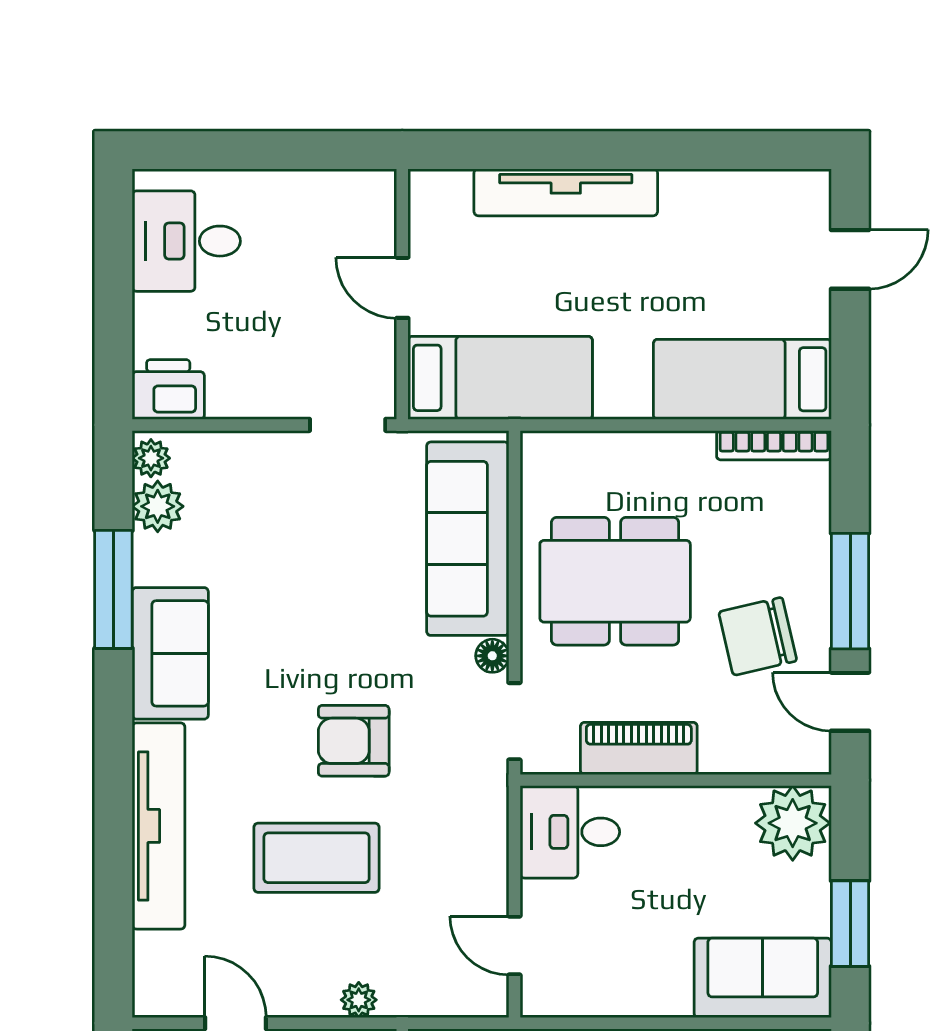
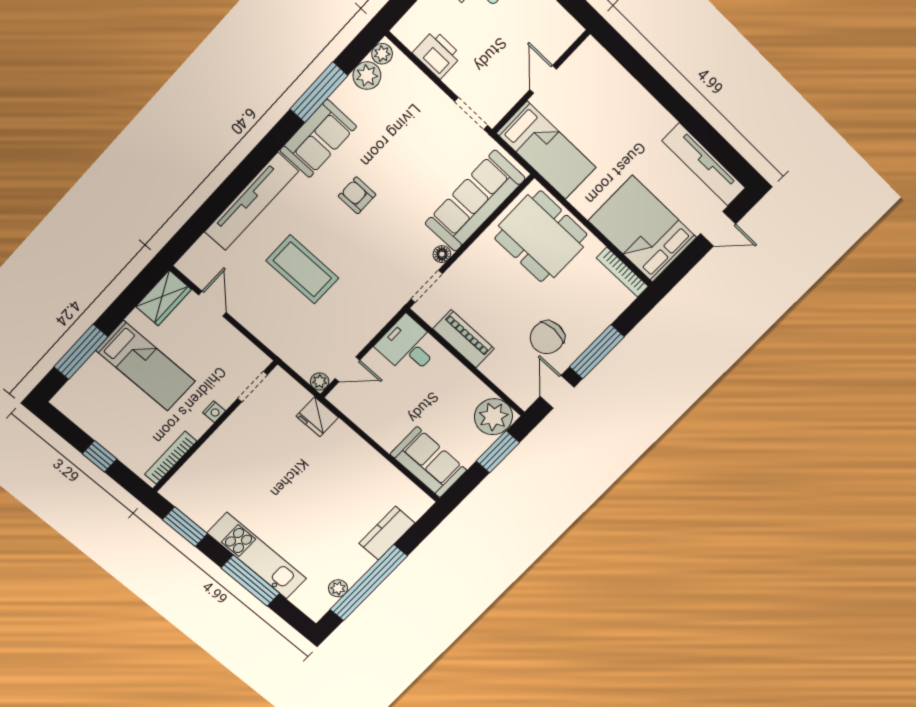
tv unit: (566, 192) -> (704, 164), moved
bed: (742, 379) -> (643, 229), width x1.50
printer: (168, 389) -> (437, 54), moved
dining table: (615, 581) -> (541, 236), moved
chair: (758, 636) -> (547, 337), turned -77
armchair: (354, 741) -> (357, 195), moved, width x0.72, depth x0.72
window: (850, 924) -> (498, 452), moved
door: (514, 945) -> (347, 369), swing flipped
plant: (359, 1000) -> (320, 381), moved

